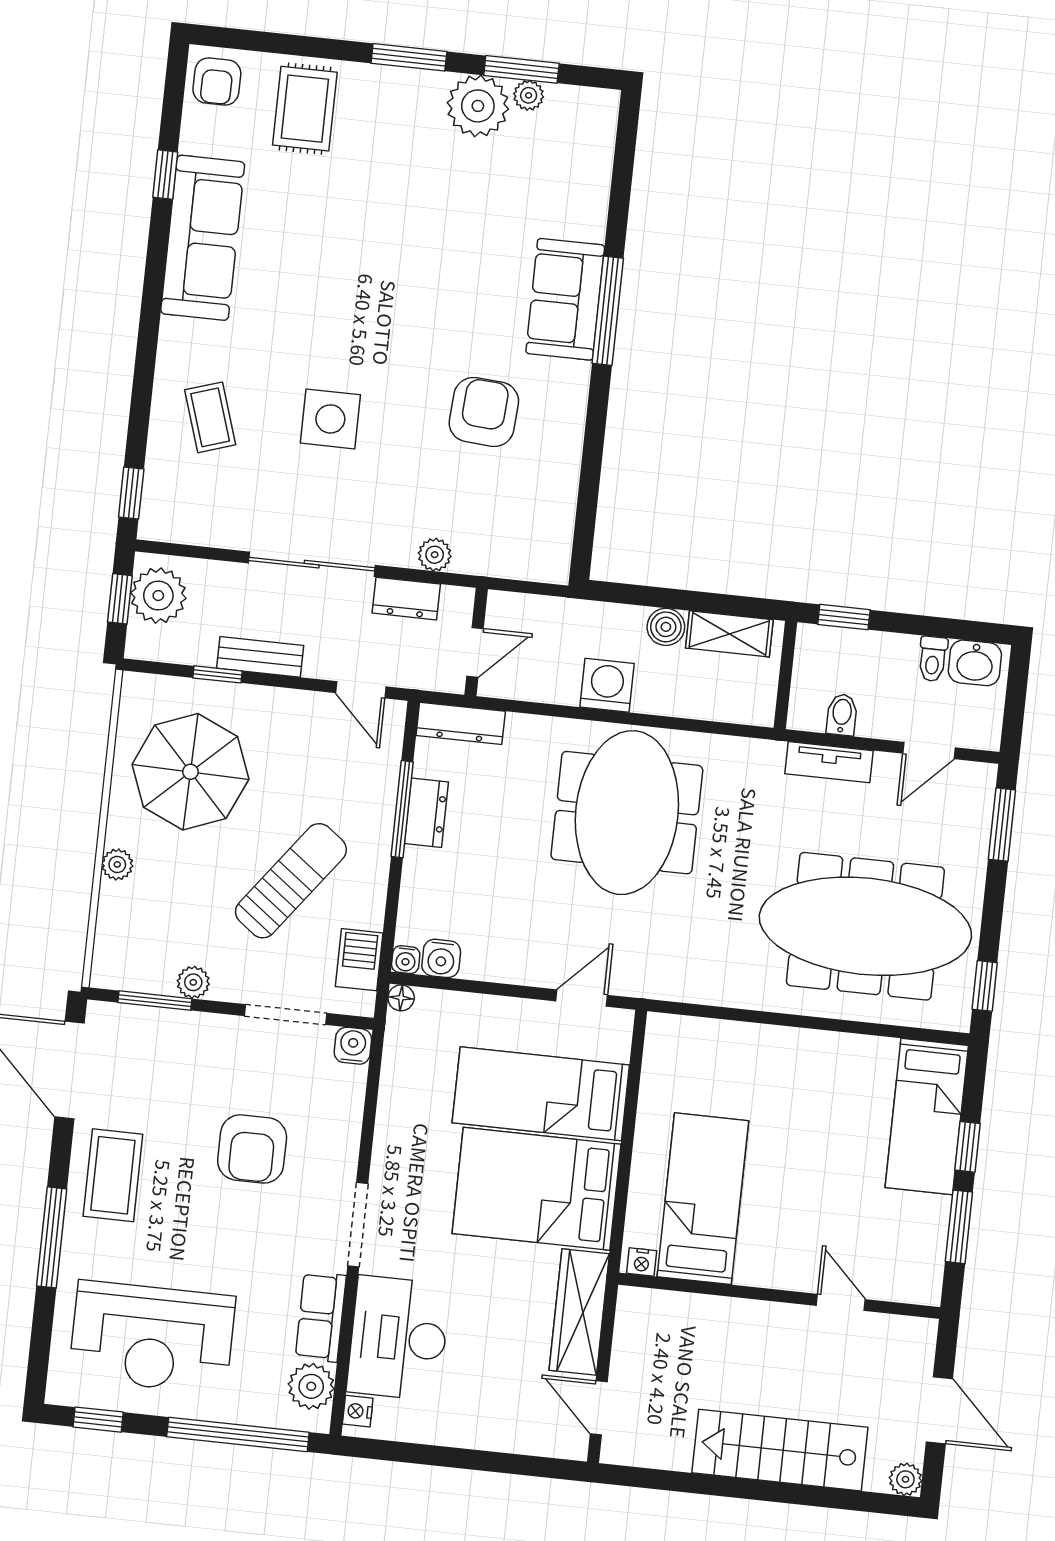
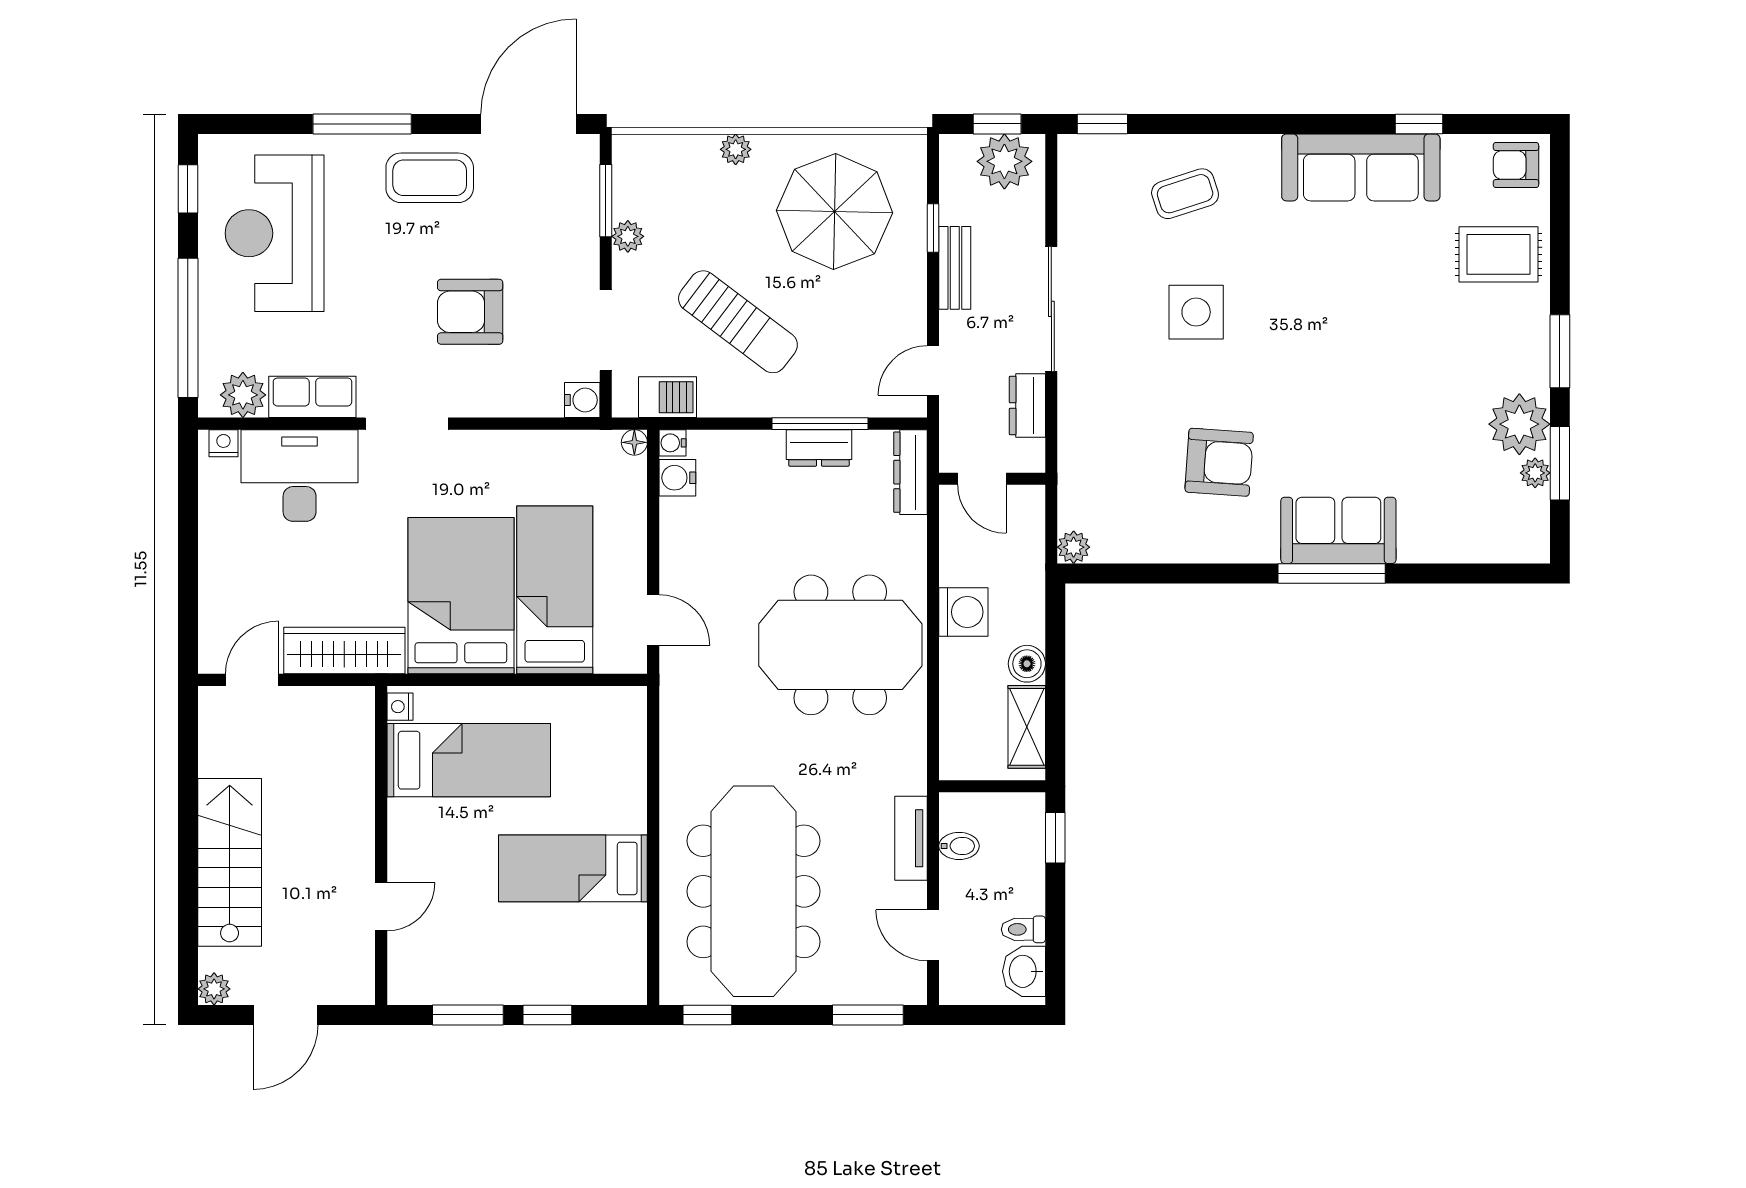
plant: (435, 555) -> (1074, 547), moved
bed: (927, 1117) -> (573, 868), moved

